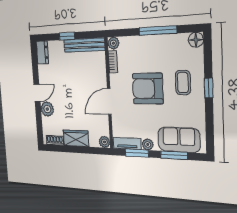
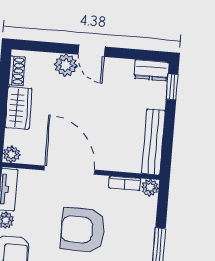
window: (67, 36) -> (172, 87), moved
armchair: (148, 89) -> (83, 230), turned -90
door: (109, 101) -> (70, 170), width x1.36

